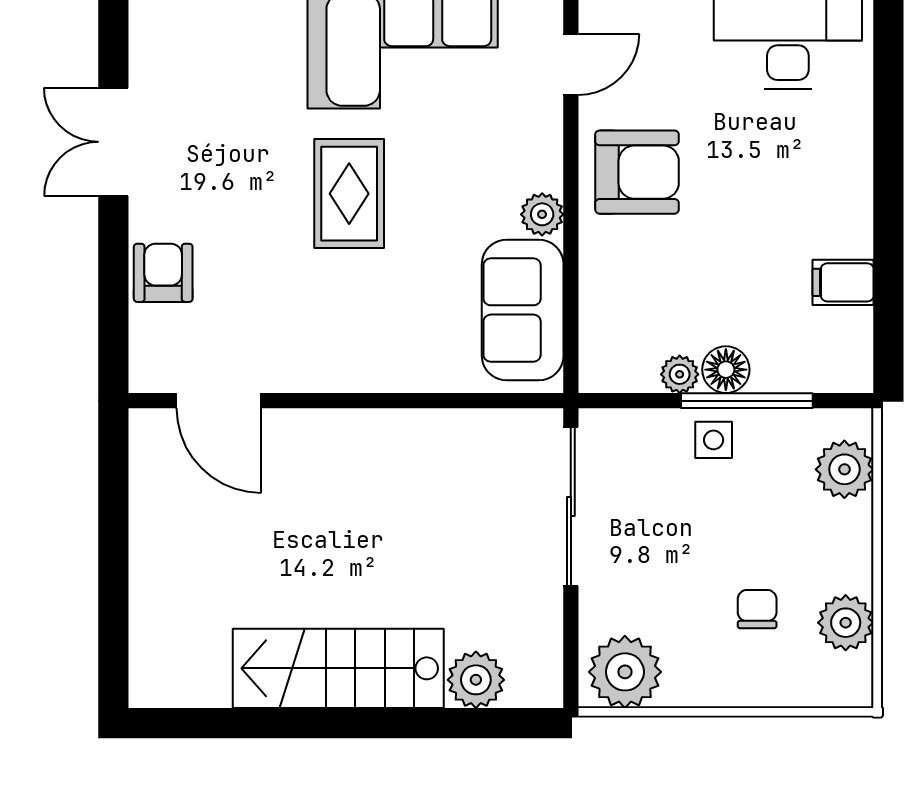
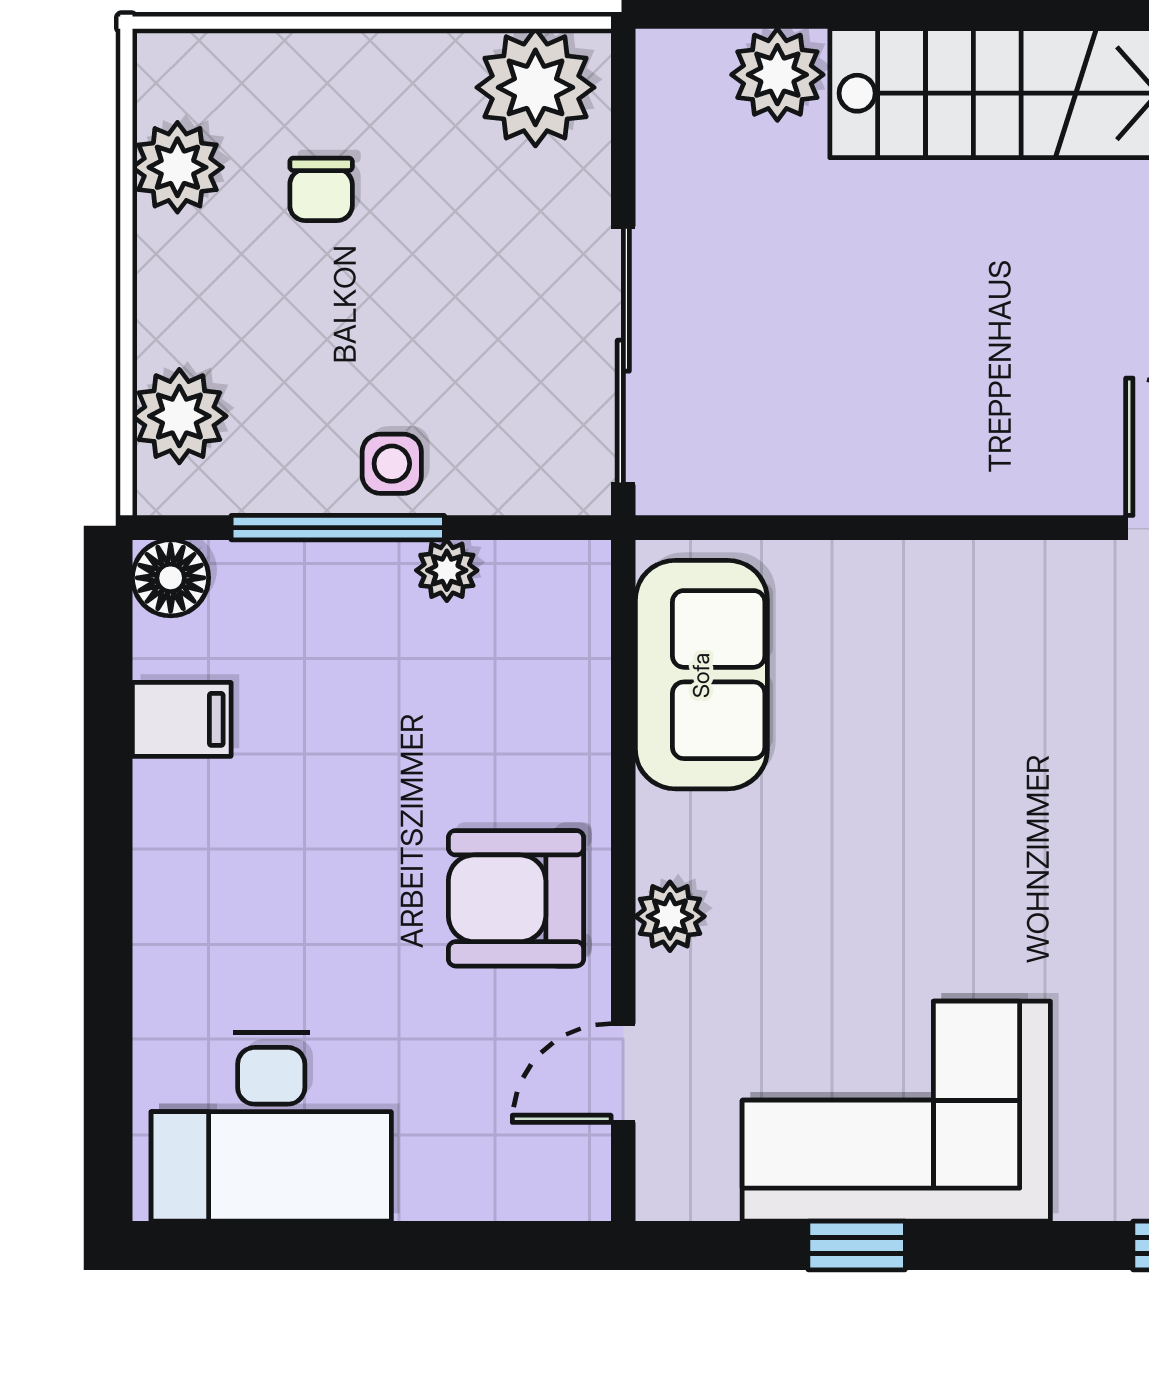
rug: (349, 194) -> (983, 863), removed
plant: (542, 214) -> (670, 916), moved
floor lamp: (726, 370) -> (171, 578), moved

